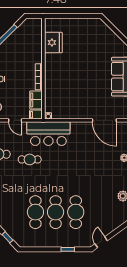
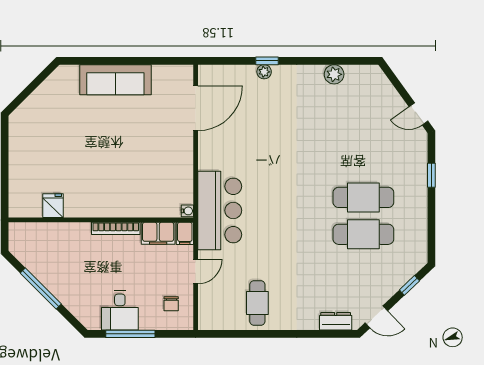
fridge: (53, 43) -> (53, 206), width x0.53, depth x0.75
cafe table: (30, 159) -> (267, 245), removed
cafe table: (76, 212) -> (363, 161), removed

